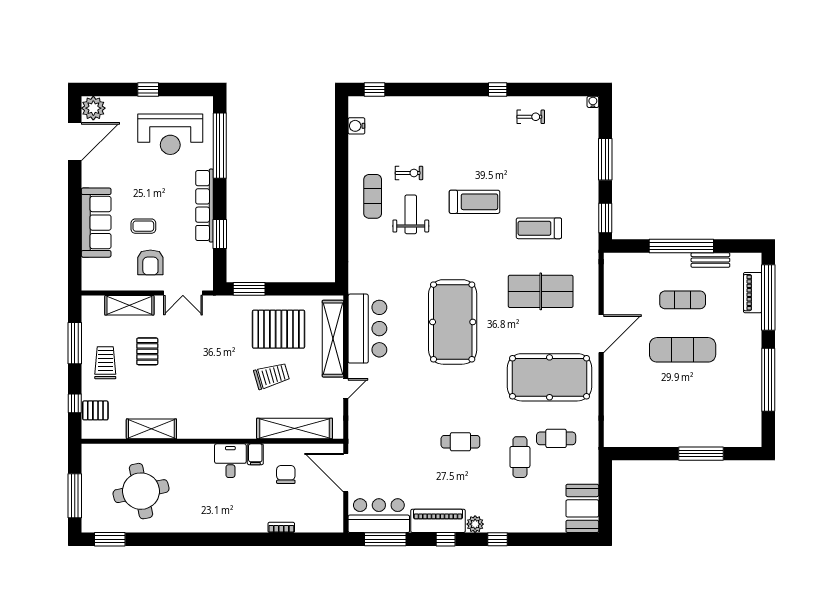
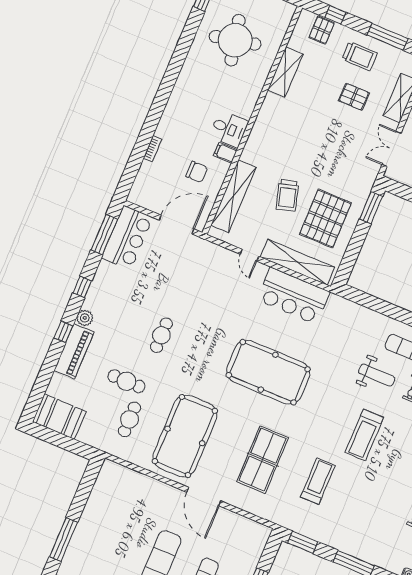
piano: (438, 521) -> (74, 351), moved

